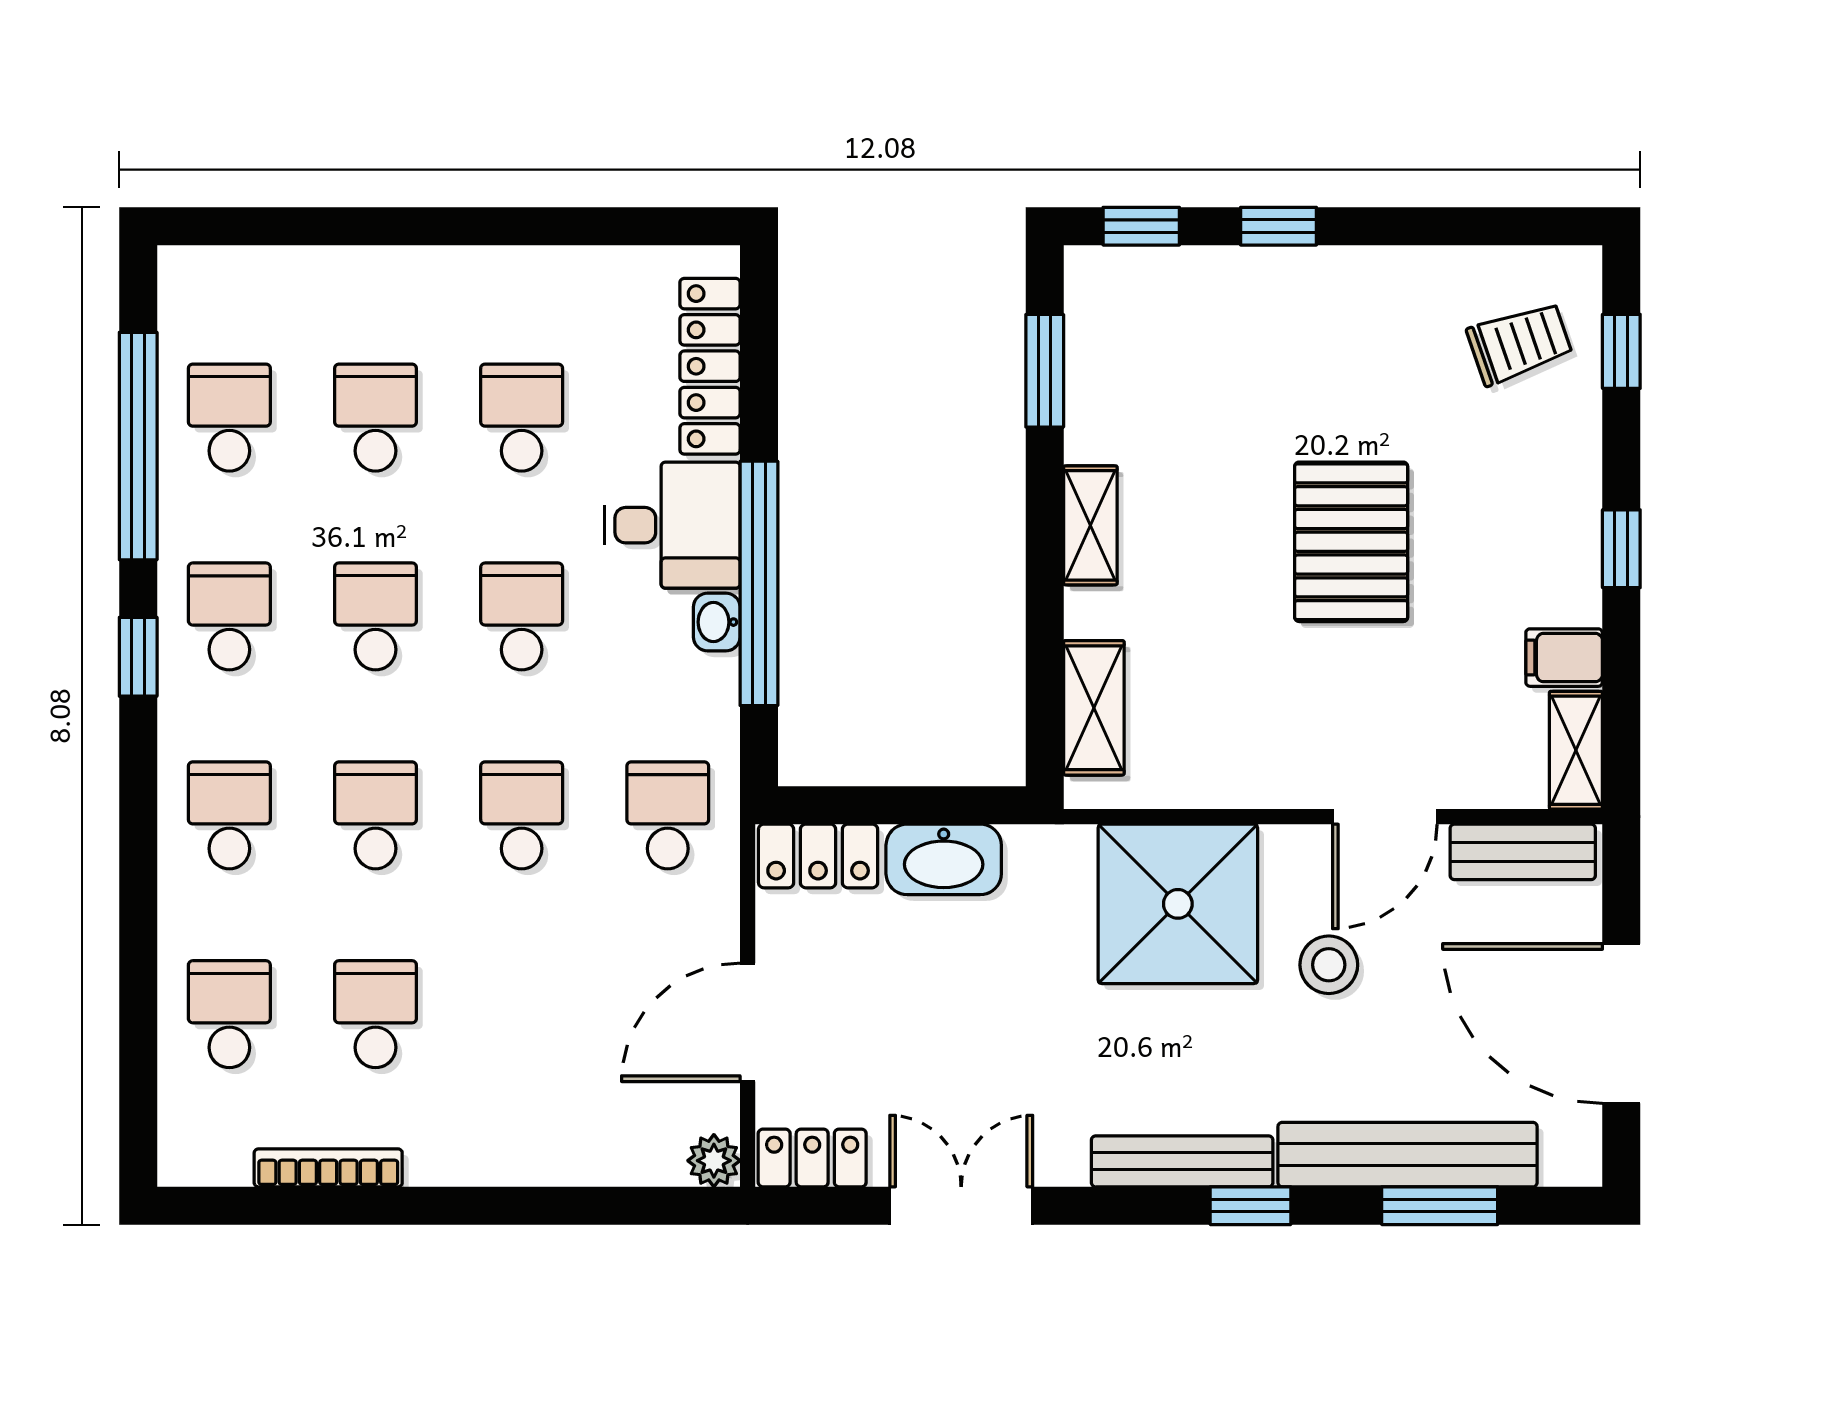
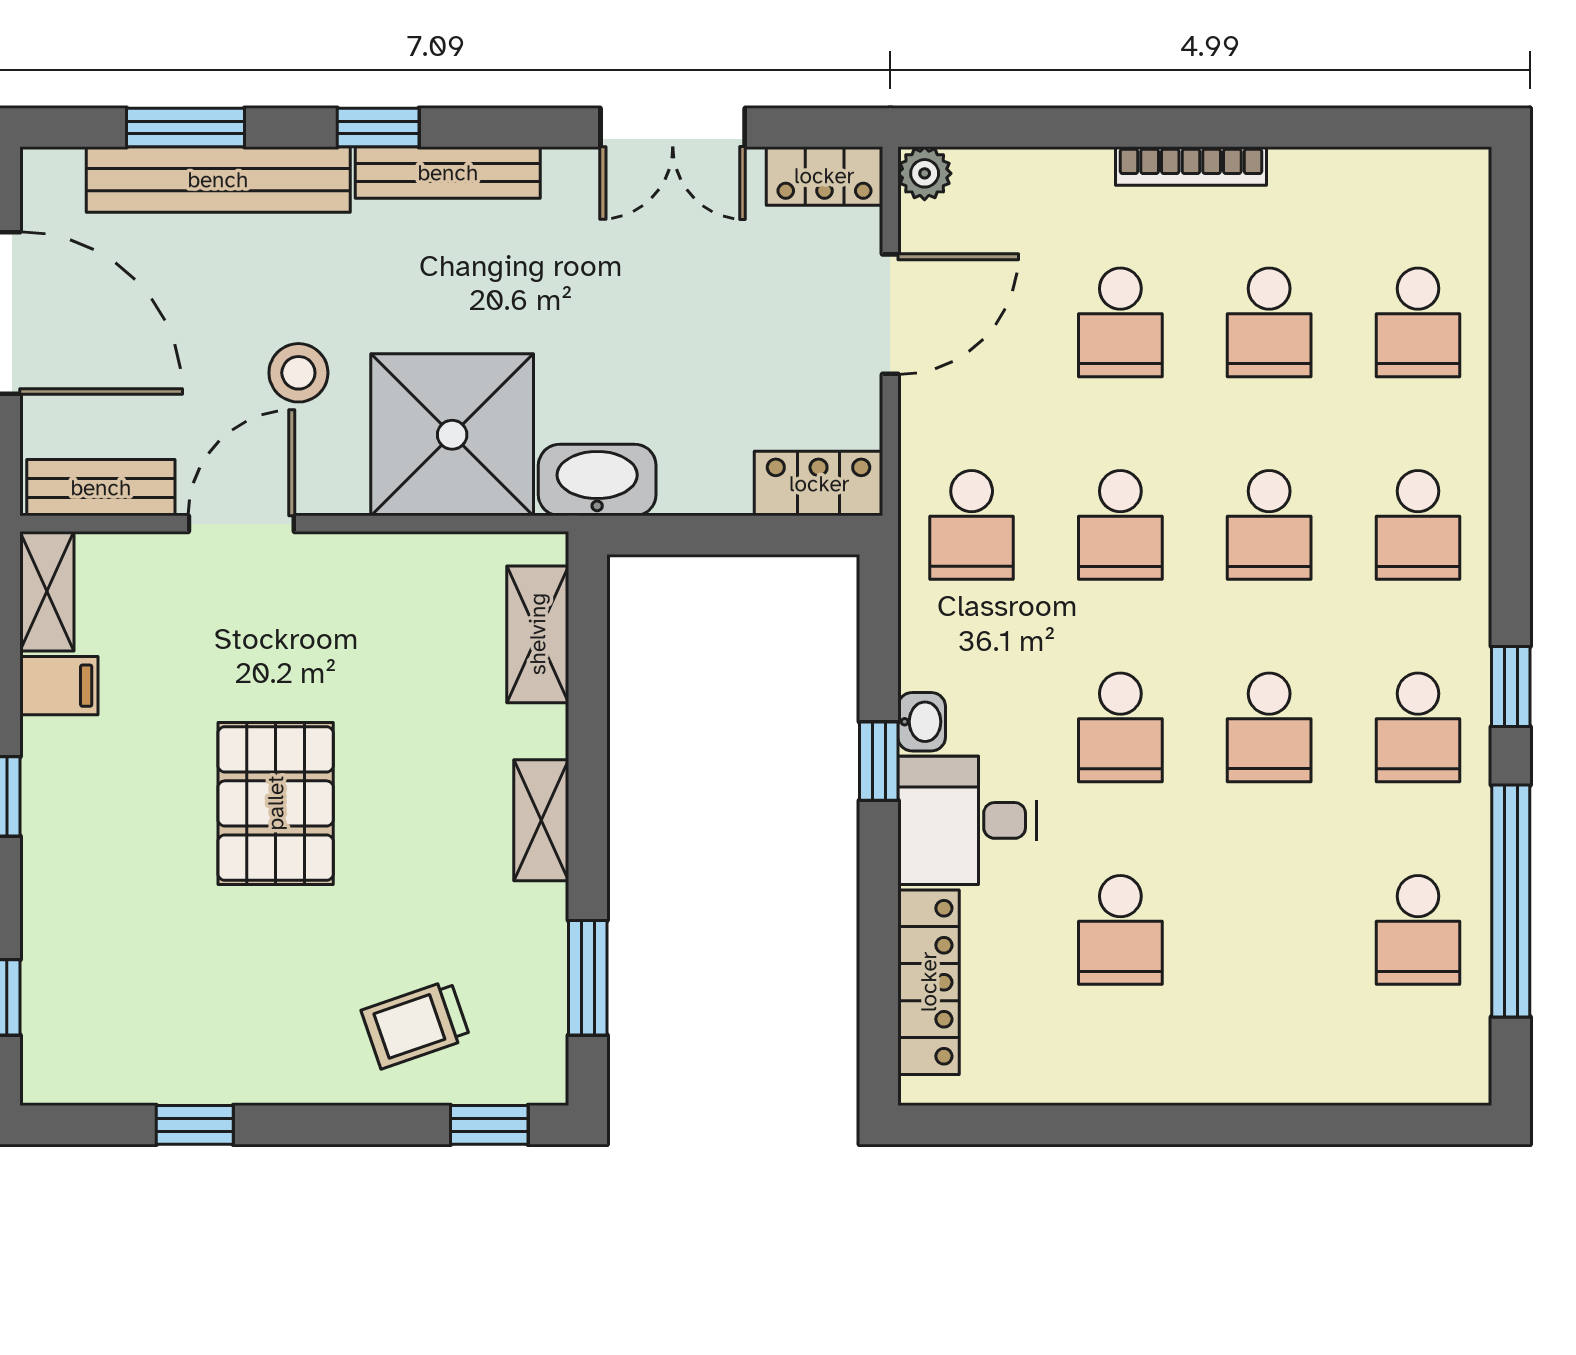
window: (1278, 226) -> (195, 1125), moved
trolley: (1520, 343) -> (416, 1024), moved
school desk: (375, 418) -> (1120, 322), moved
window: (759, 583) -> (879, 761), width x0.32
washbasin: (944, 859) -> (597, 480), moved
bookcase: (328, 1168) -> (1191, 166), moved

